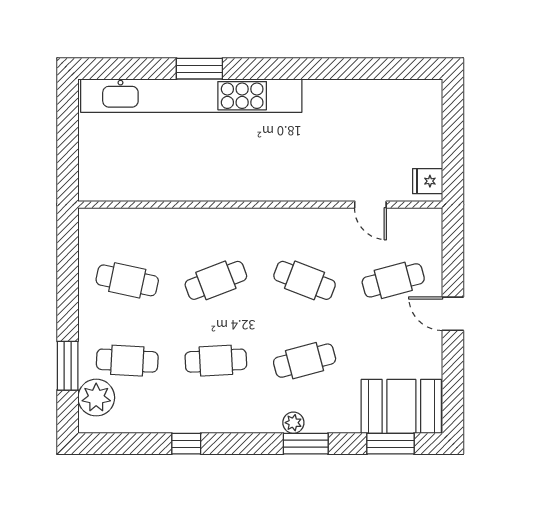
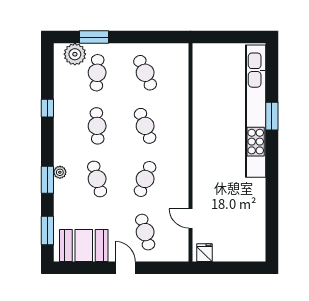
door: (370, 205) -> (190, 218), hinge flipped
cafe table: (127, 280) -> (145, 73), turned -36
door: (453, 314) -> (125, 268), hinge flipped
booth: (401, 406) -> (84, 245), moved, turned 90

